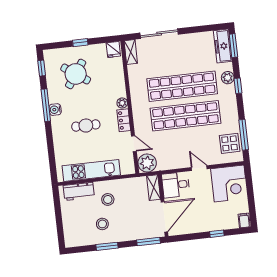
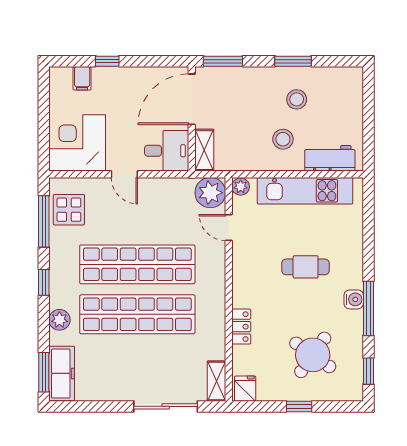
window: (238, 86) -> (44, 282), moved
plant: (122, 103) -> (241, 187), moved
locker: (124, 120) -> (241, 327), moved
filing cabinet: (244, 220) -> (82, 78), moved

